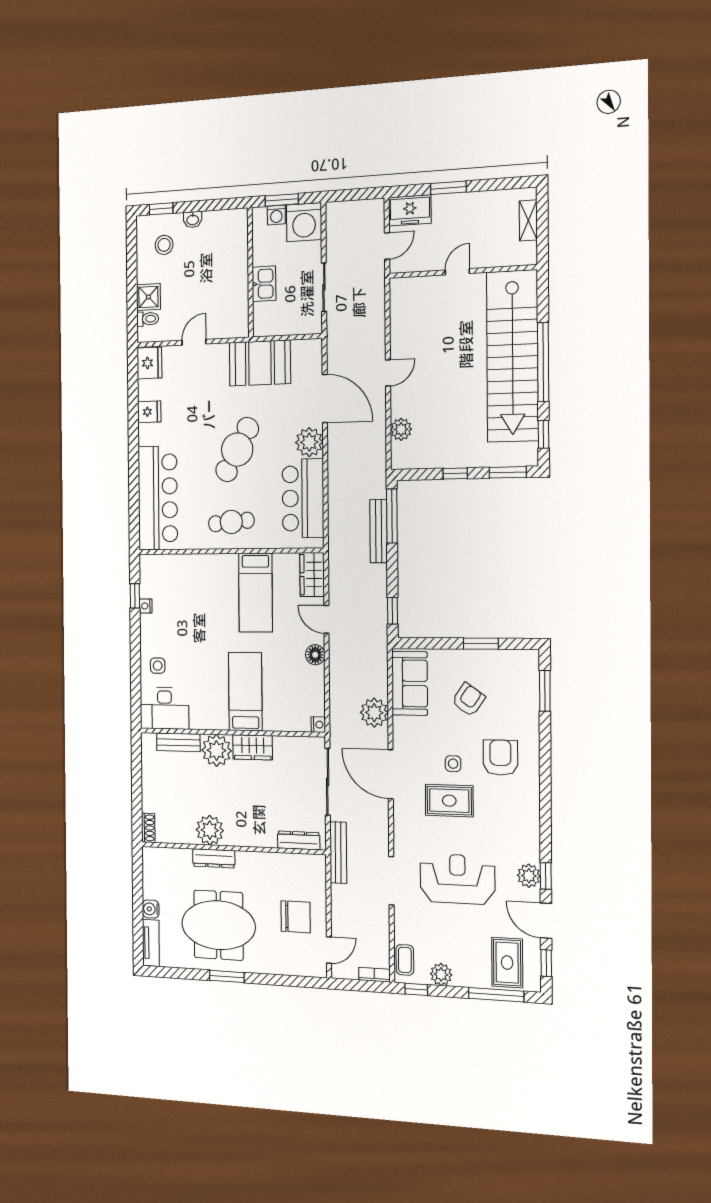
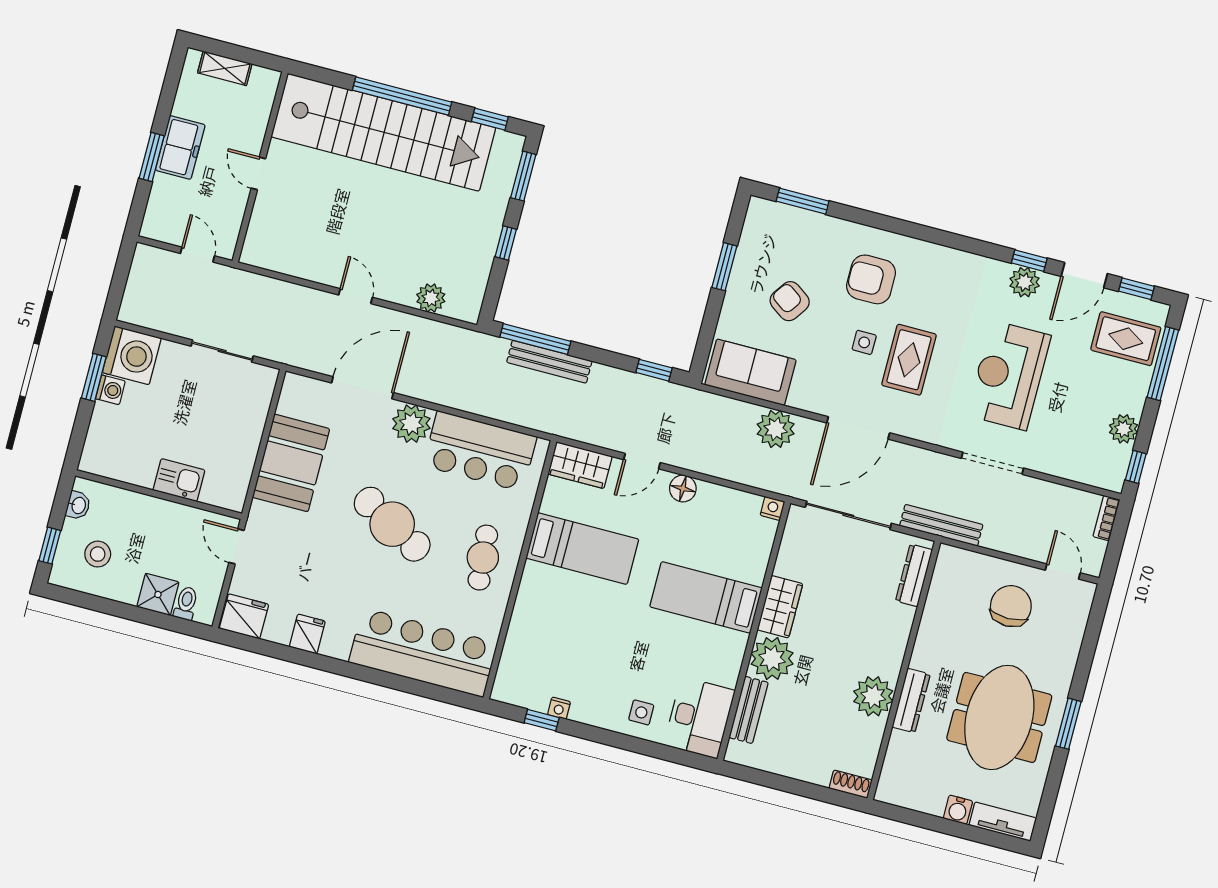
freezer: (410, 210) -> (180, 147), moved
wall: (250, 272) -> (159, 495), moved
kitchen sink: (264, 284) -> (179, 480), moved
coffee table: (405, 960) -> (1096, 472), removed

